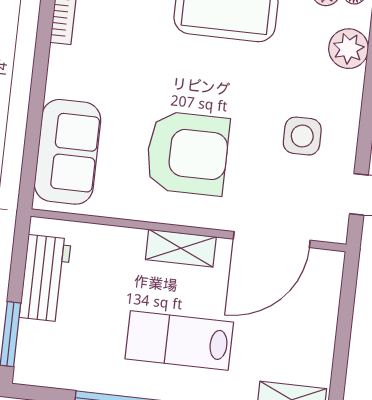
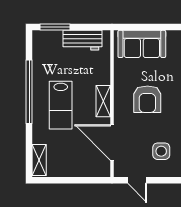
armchair: (187, 153) -> (147, 99), width x0.73, depth x0.73
lab bench: (179, 341) -> (61, 105), turned 180

